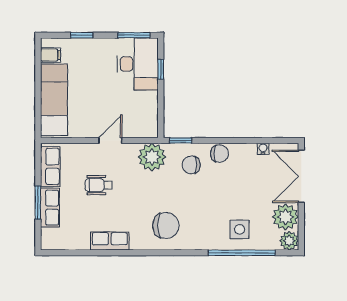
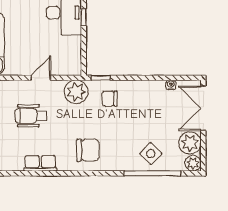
chair: (220, 154) -> (134, 89), removed
wheelchair: (99, 185) -> (31, 116), width x1.36, depth x1.37
side table: (240, 229) -> (151, 154), turned 45

